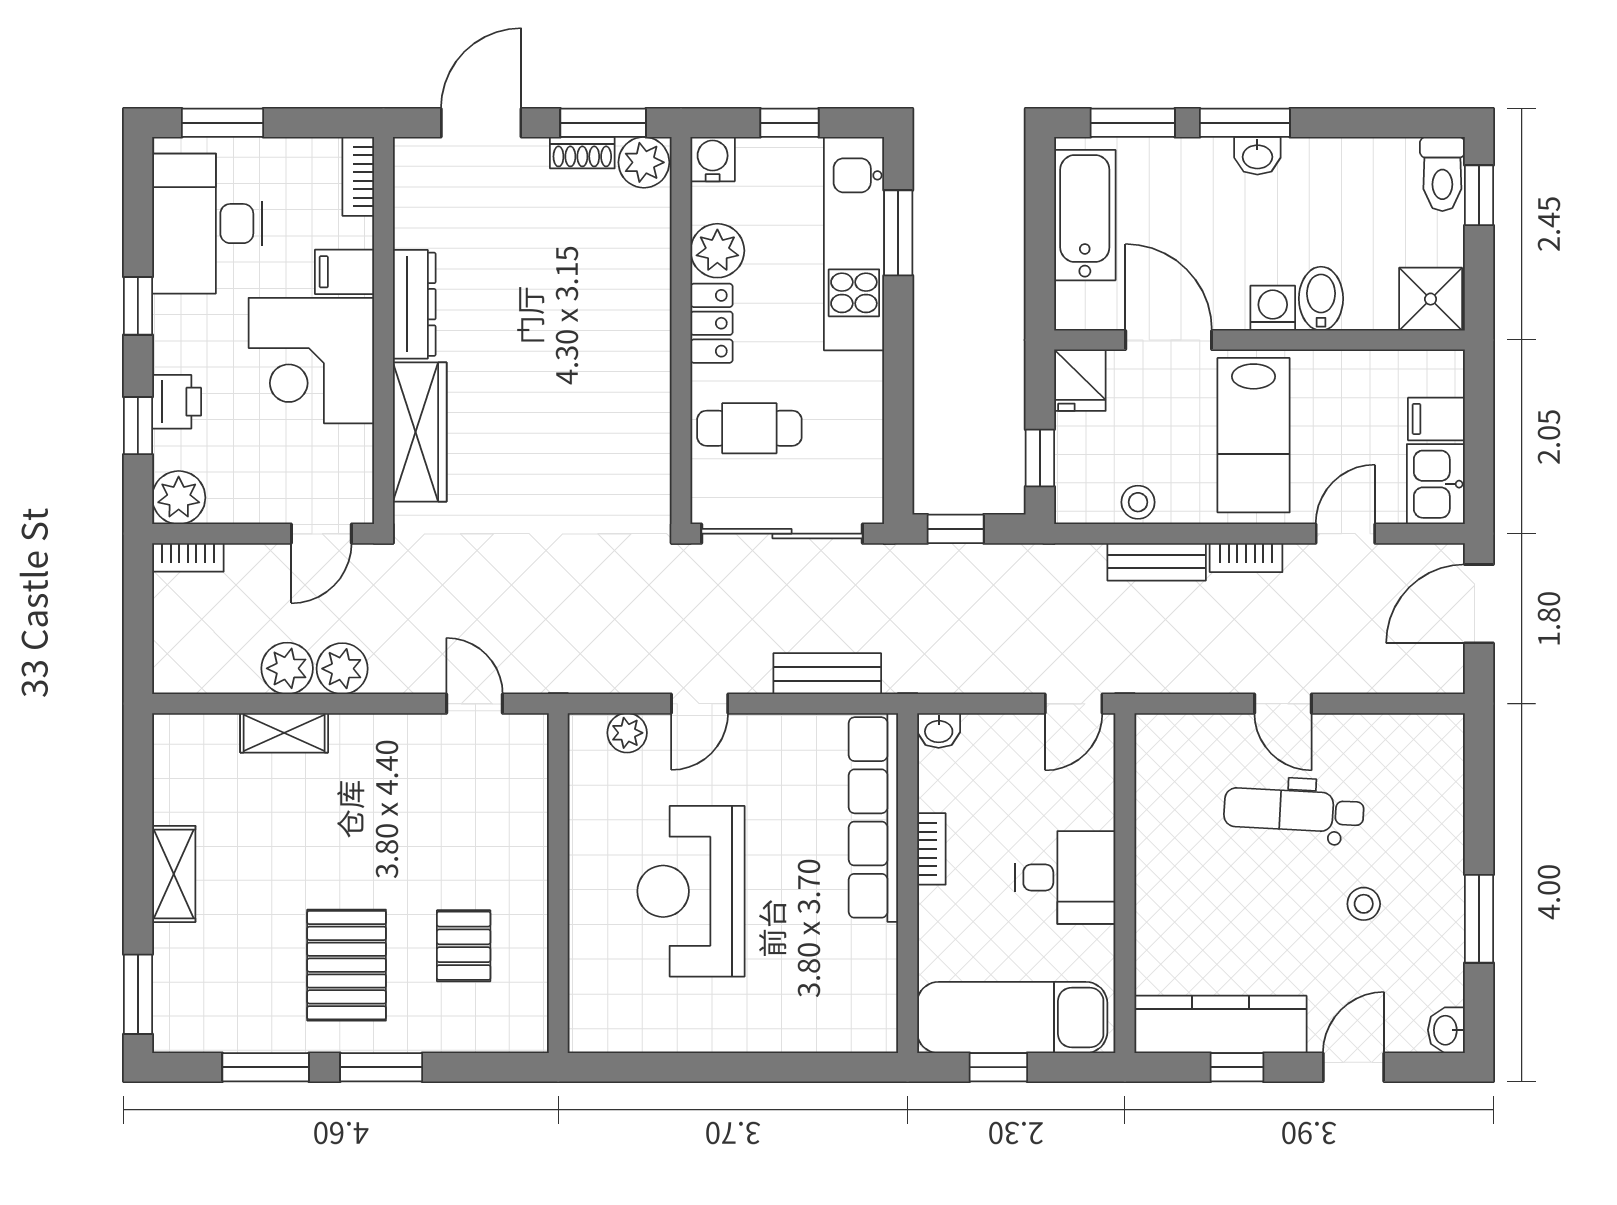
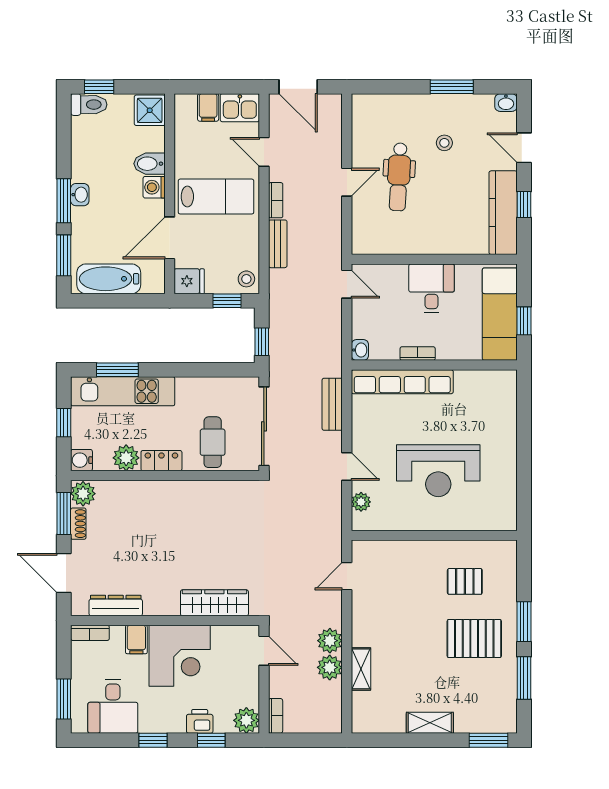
desk: (207, 224) -> (113, 706), width x0.73
dresser: (414, 304) -> (116, 606), moved
stool: (1138, 502) -> (246, 279), moved

